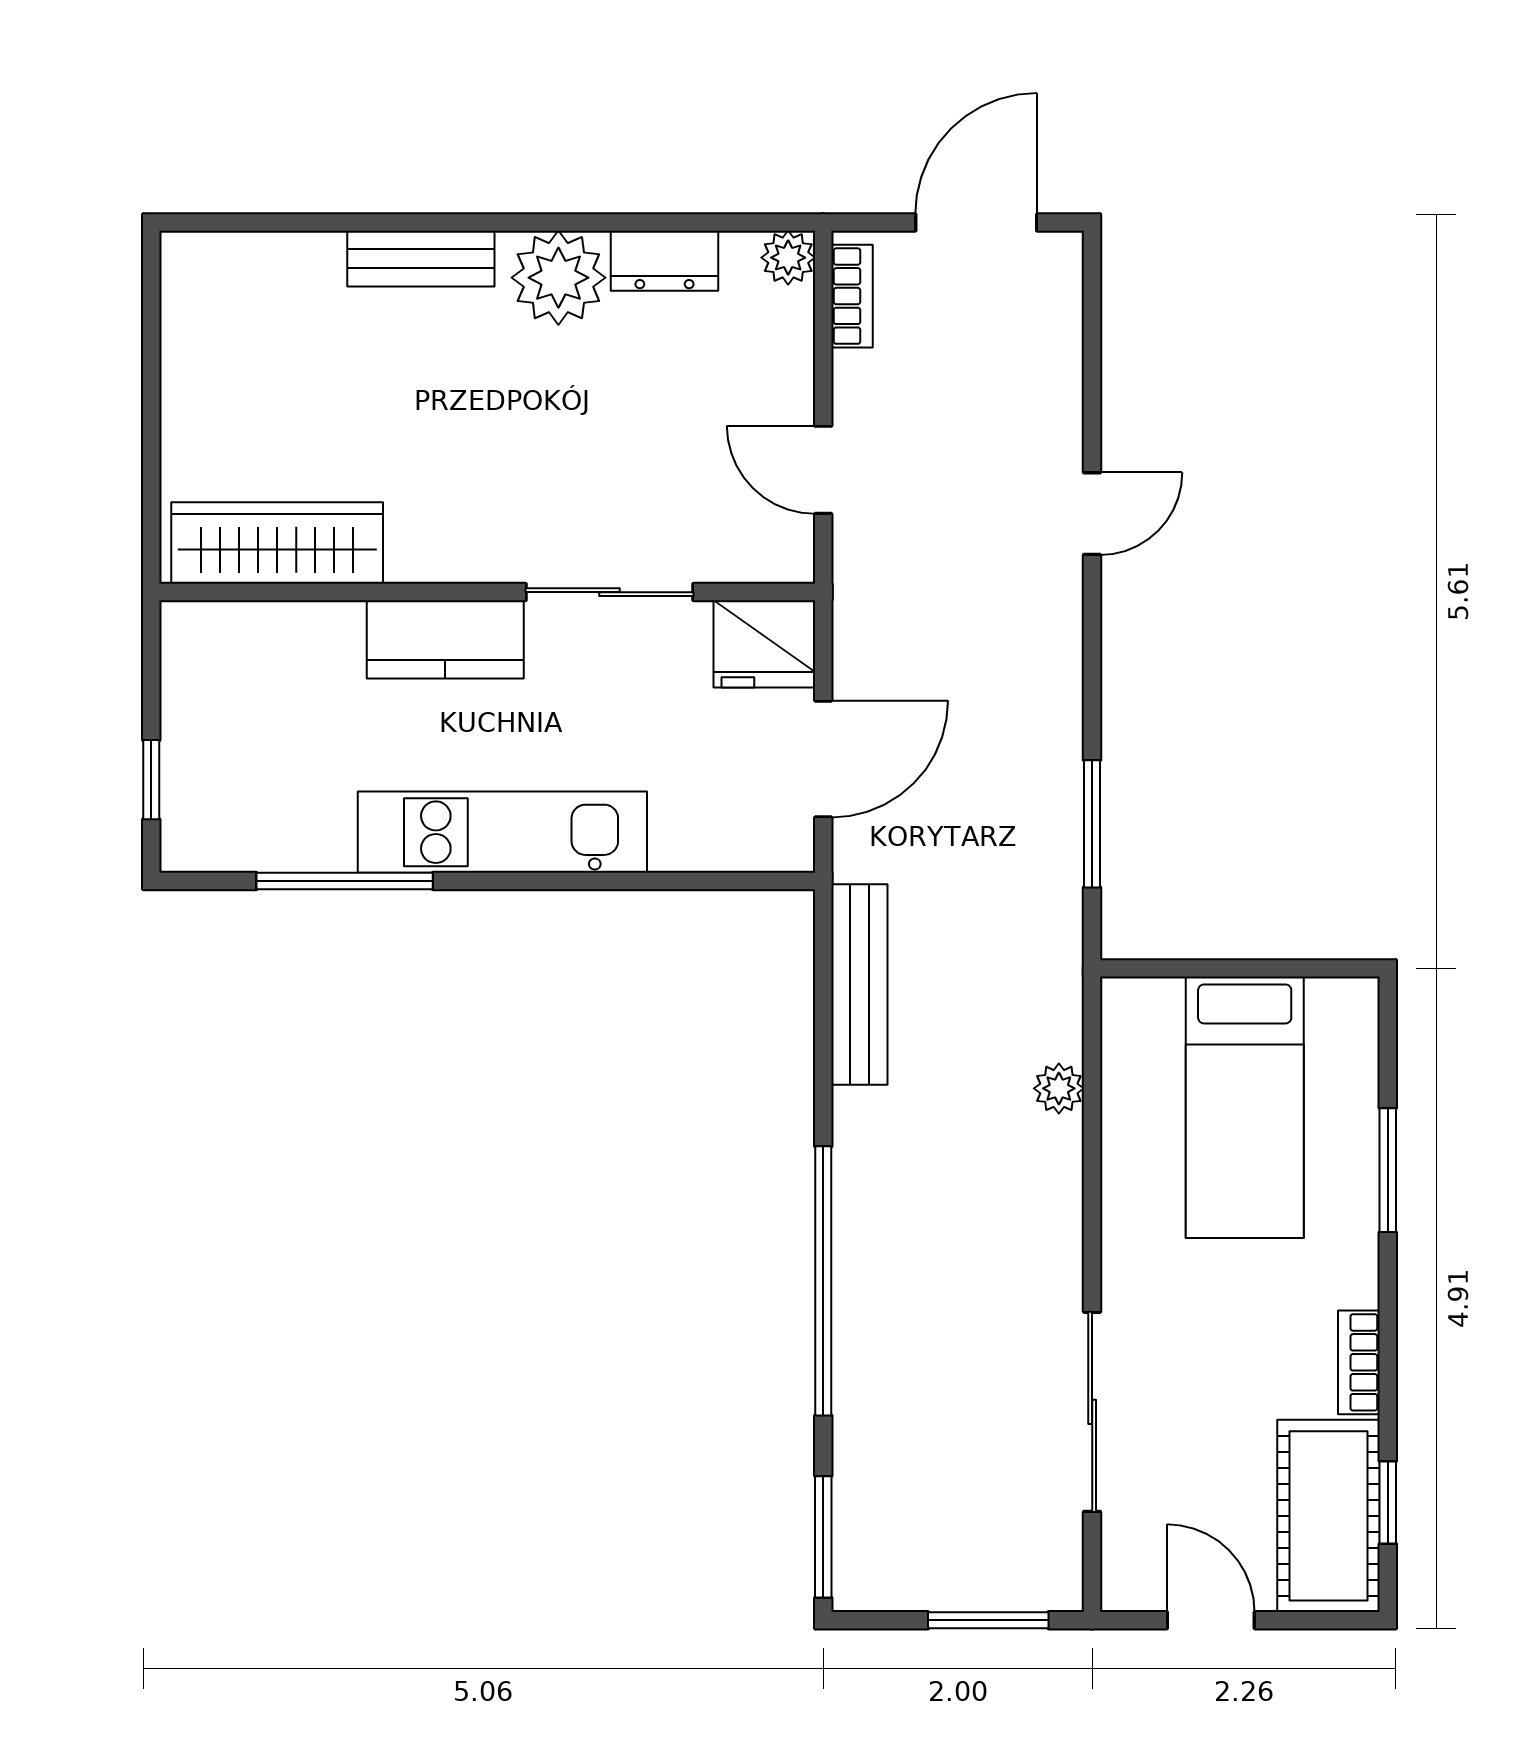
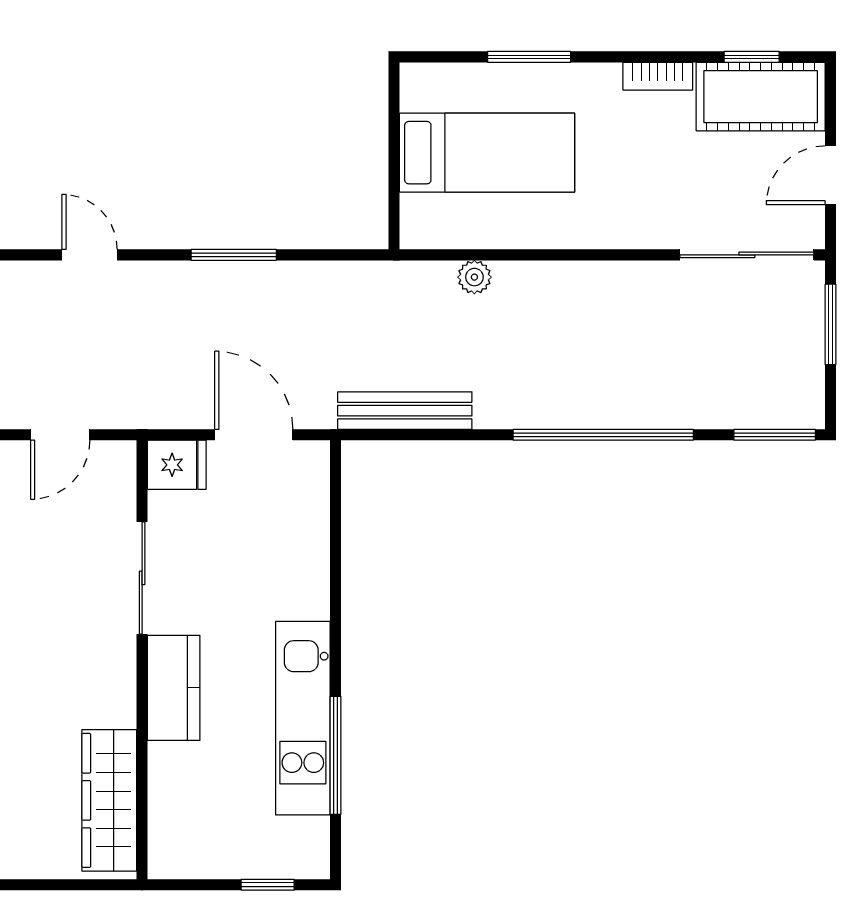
fridge: (764, 644) -> (177, 465), width x0.72
window: (1092, 824) -> (234, 255), moved
kitchen unit: (502, 832) -> (303, 718), moved
sliding door: (1092, 1412) -> (747, 255), moved

